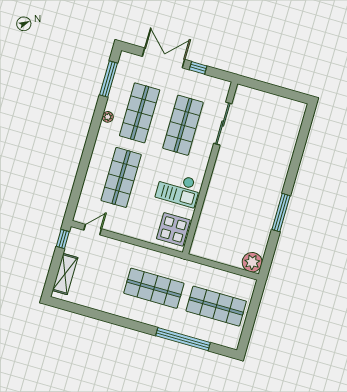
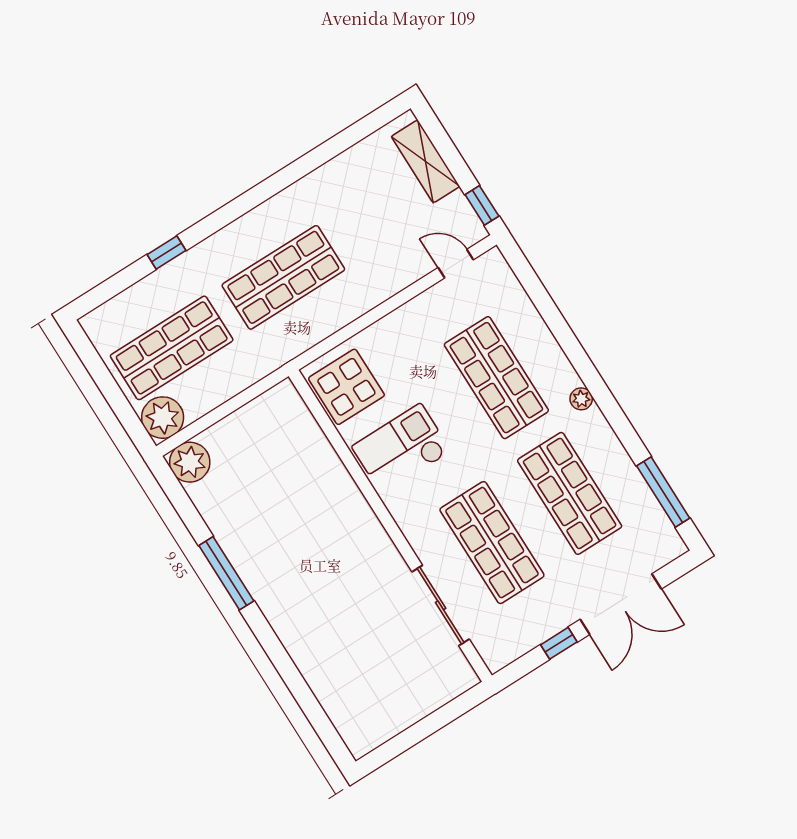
plant: (108, 117) -> (581, 399), moved
door: (93, 230) -> (456, 264), swing flipped
plant: (245, 287) -> (163, 418), added
window: (183, 339) -> (167, 253), width x0.32

